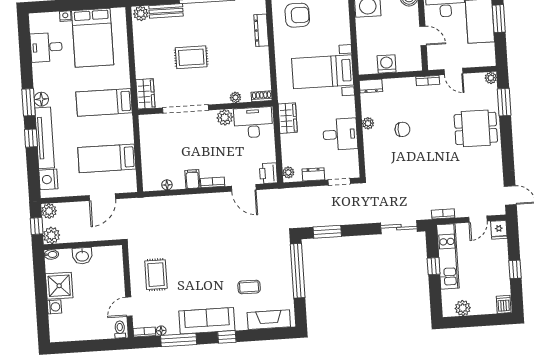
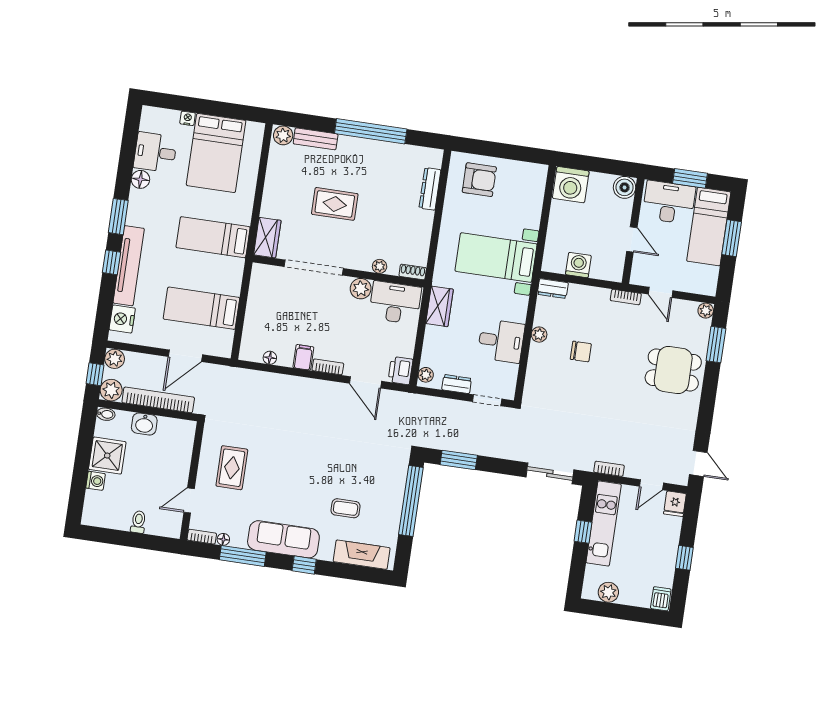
floor lamp: (41, 99) -> (140, 179), moved
bookcase: (89, 235) -> (158, 400), added
toilet: (120, 329) -> (138, 522), moved

